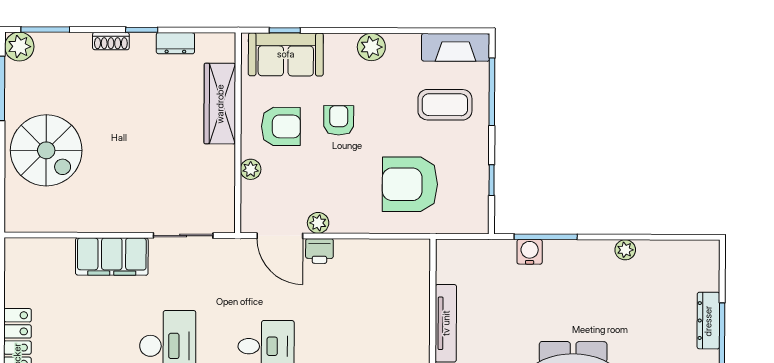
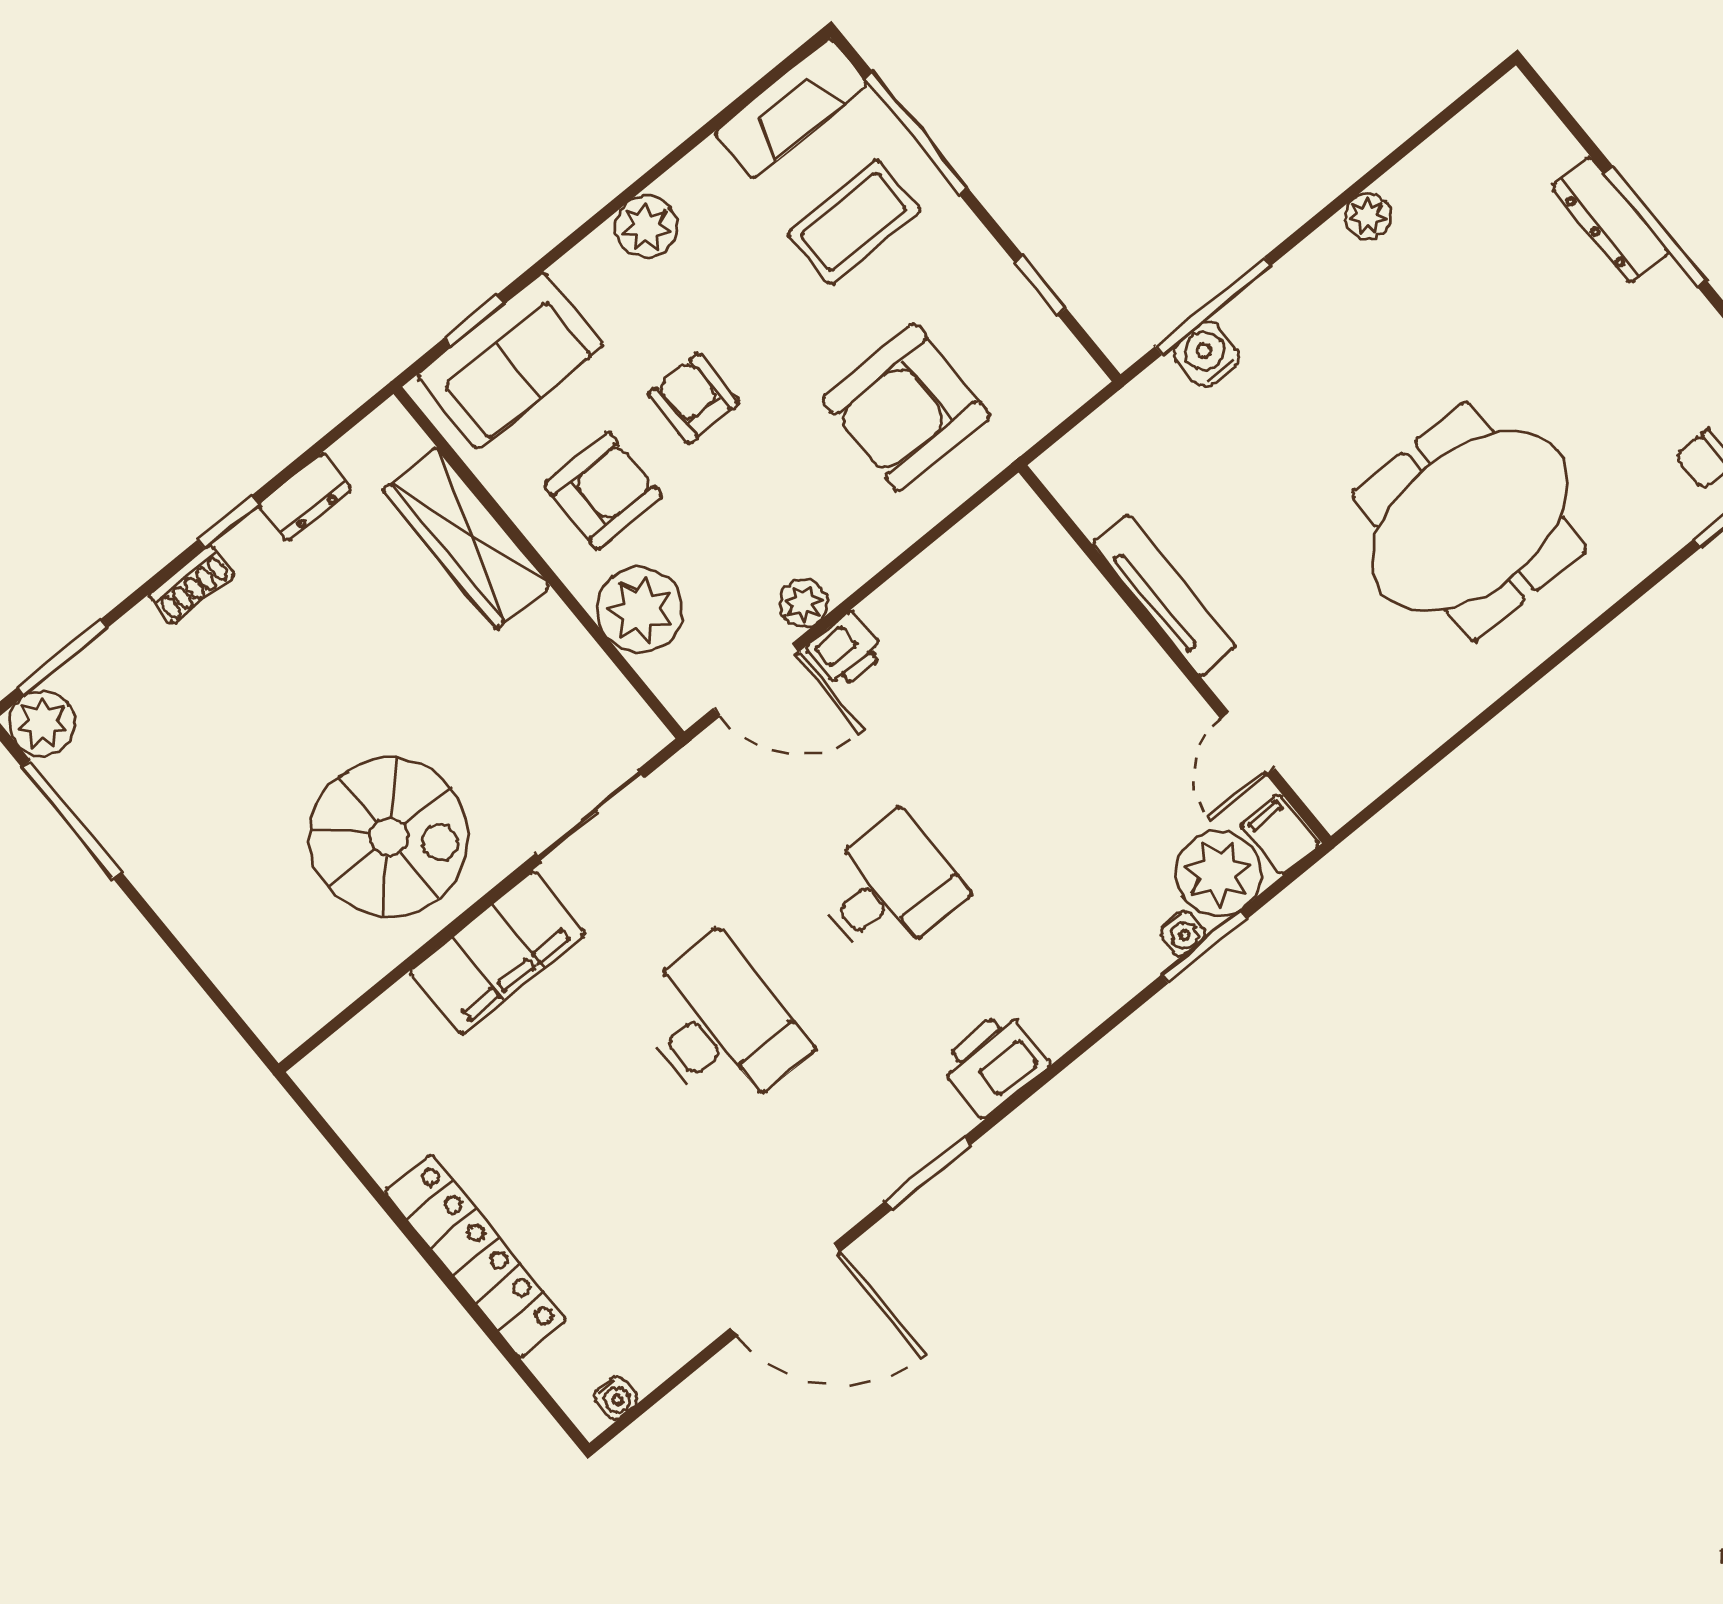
spiral stairs: (46, 150) -> (389, 837), moved
plant: (251, 169) -> (640, 610), width x1.88, depth x1.88

